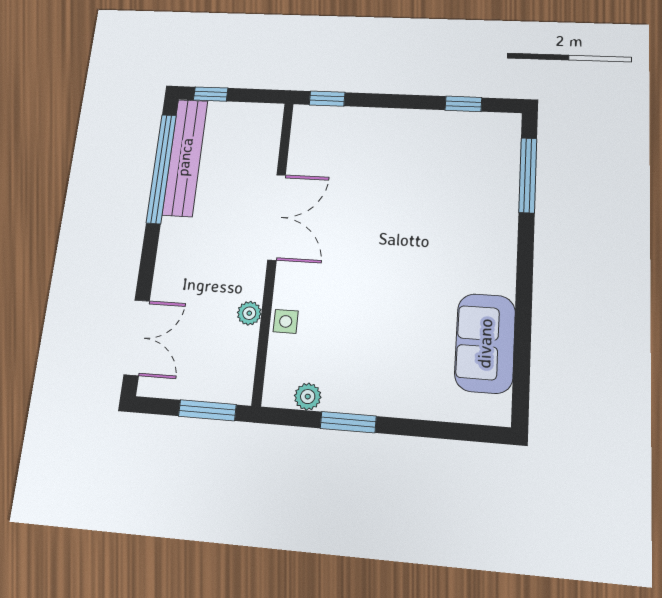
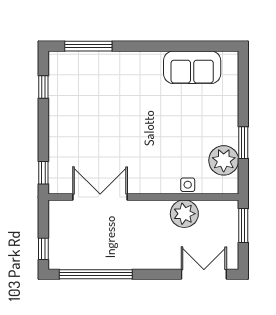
bench: (185, 157) -> (88, 260), removed
double door: (277, 217) -> (100, 197), moved
plant: (249, 313) -> (184, 214), width x1.88, depth x1.88
plant: (308, 397) -> (224, 160), width x1.87, depth x1.87

